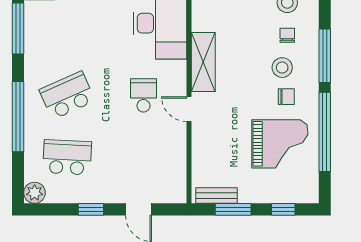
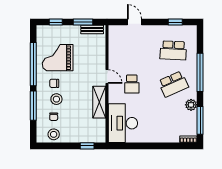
plant: (35, 193) -> (191, 105), moved
window: (91, 209) -> (175, 22), moved

